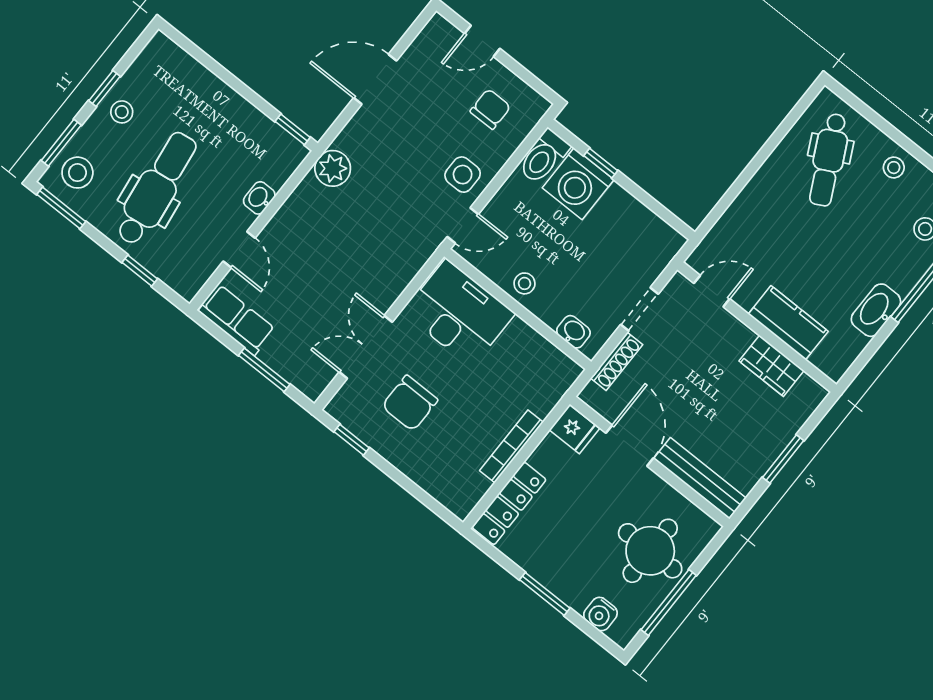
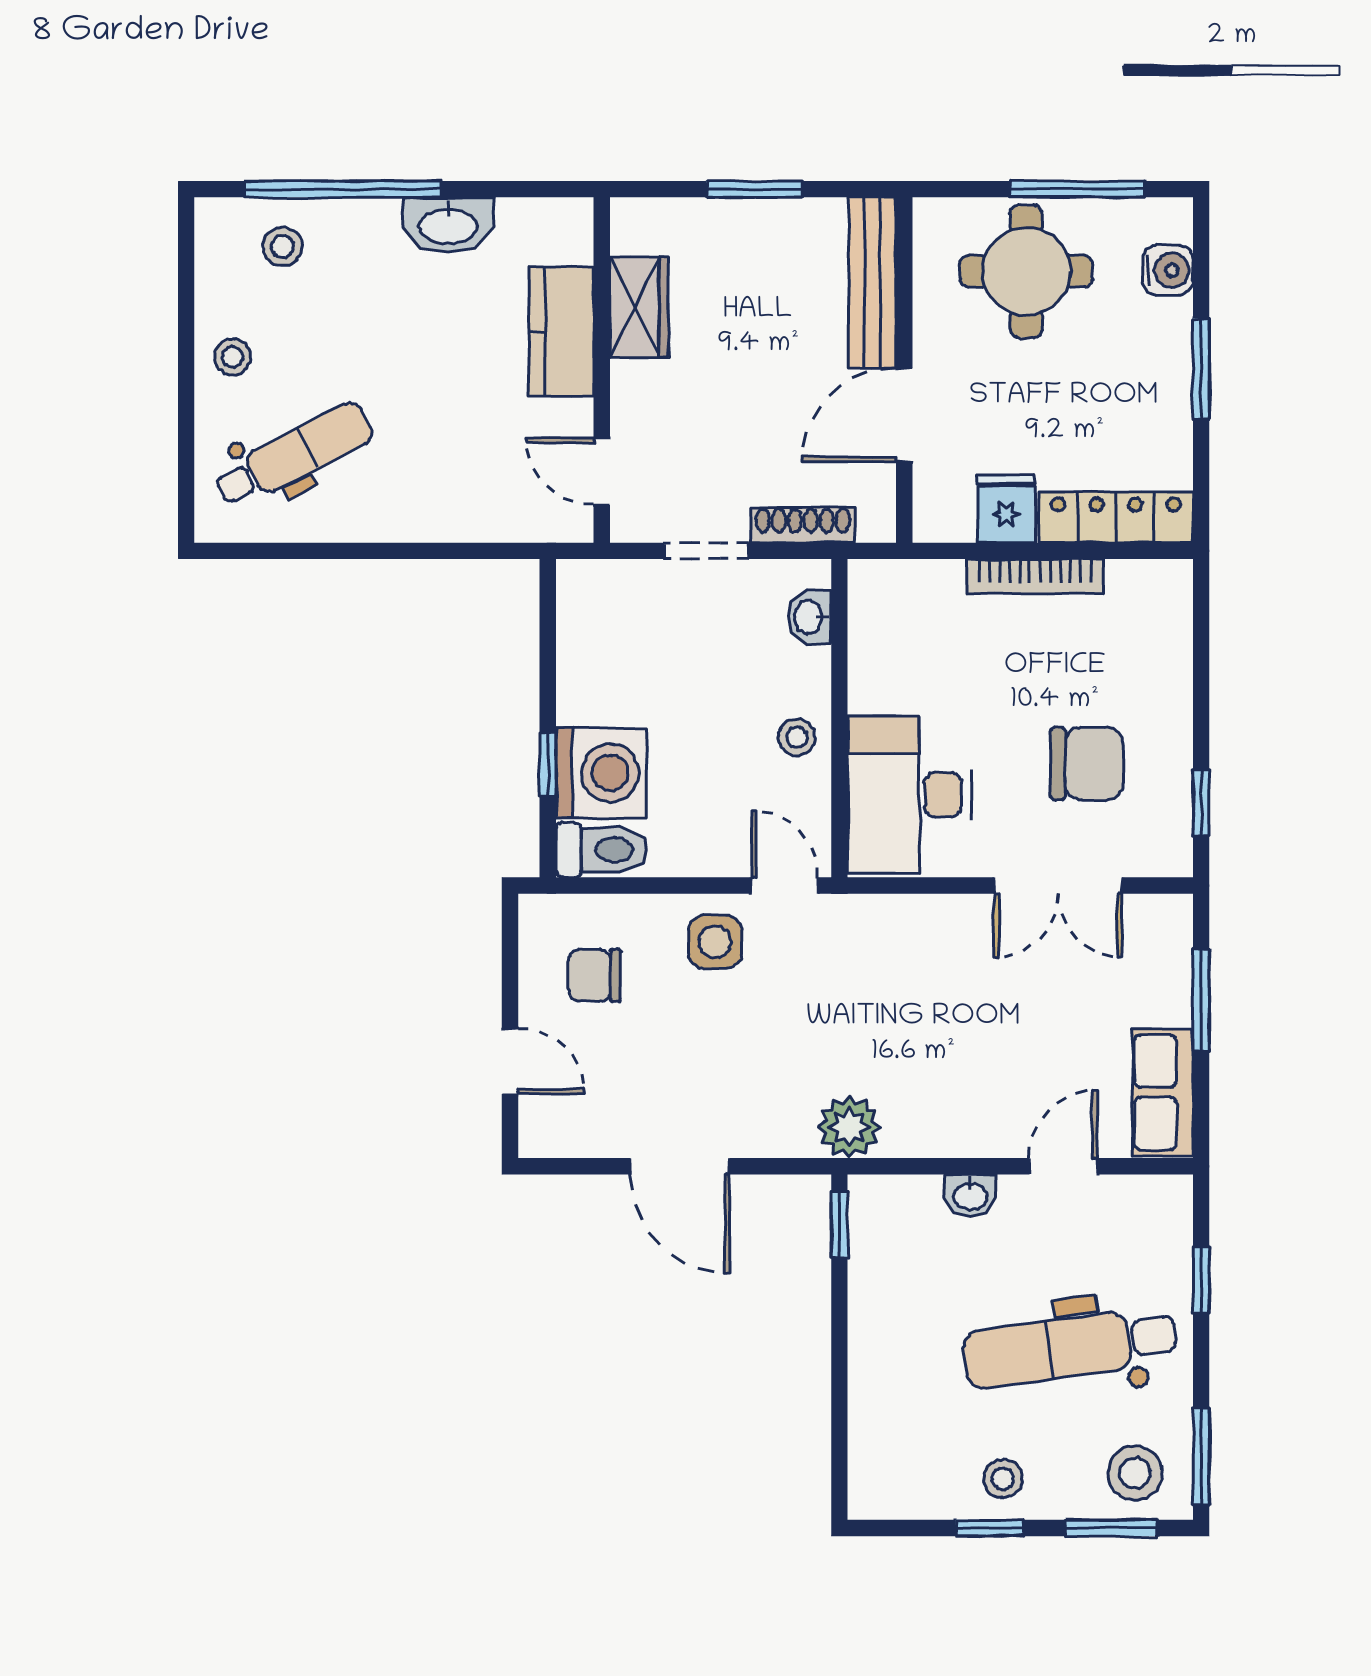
fridge: (574, 429) -> (1006, 509), moved

